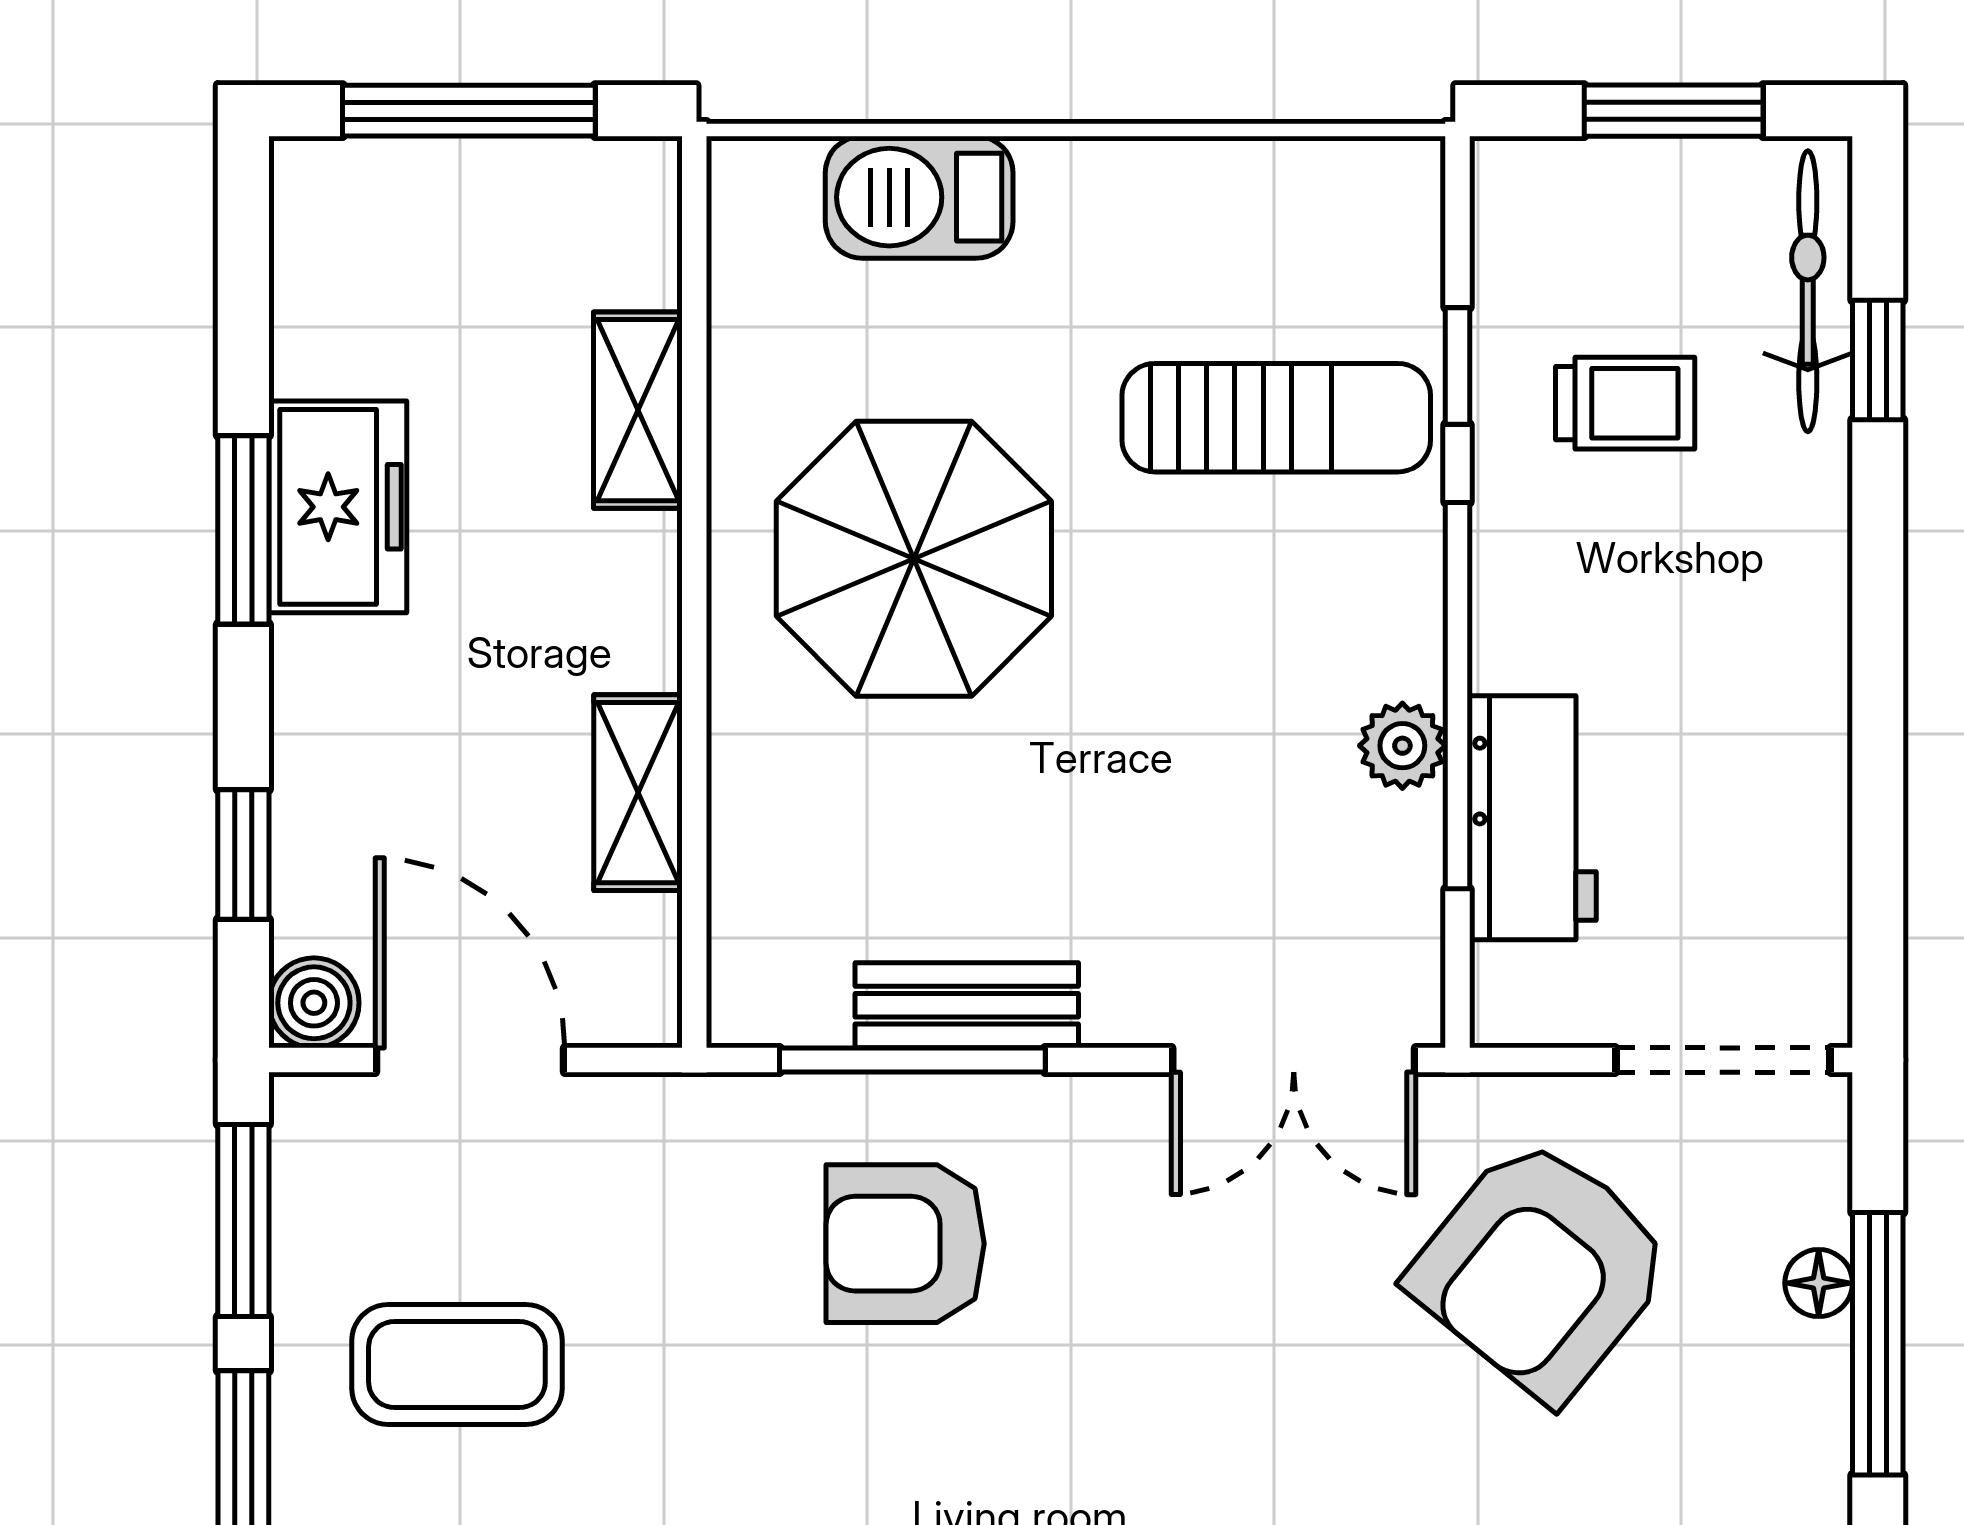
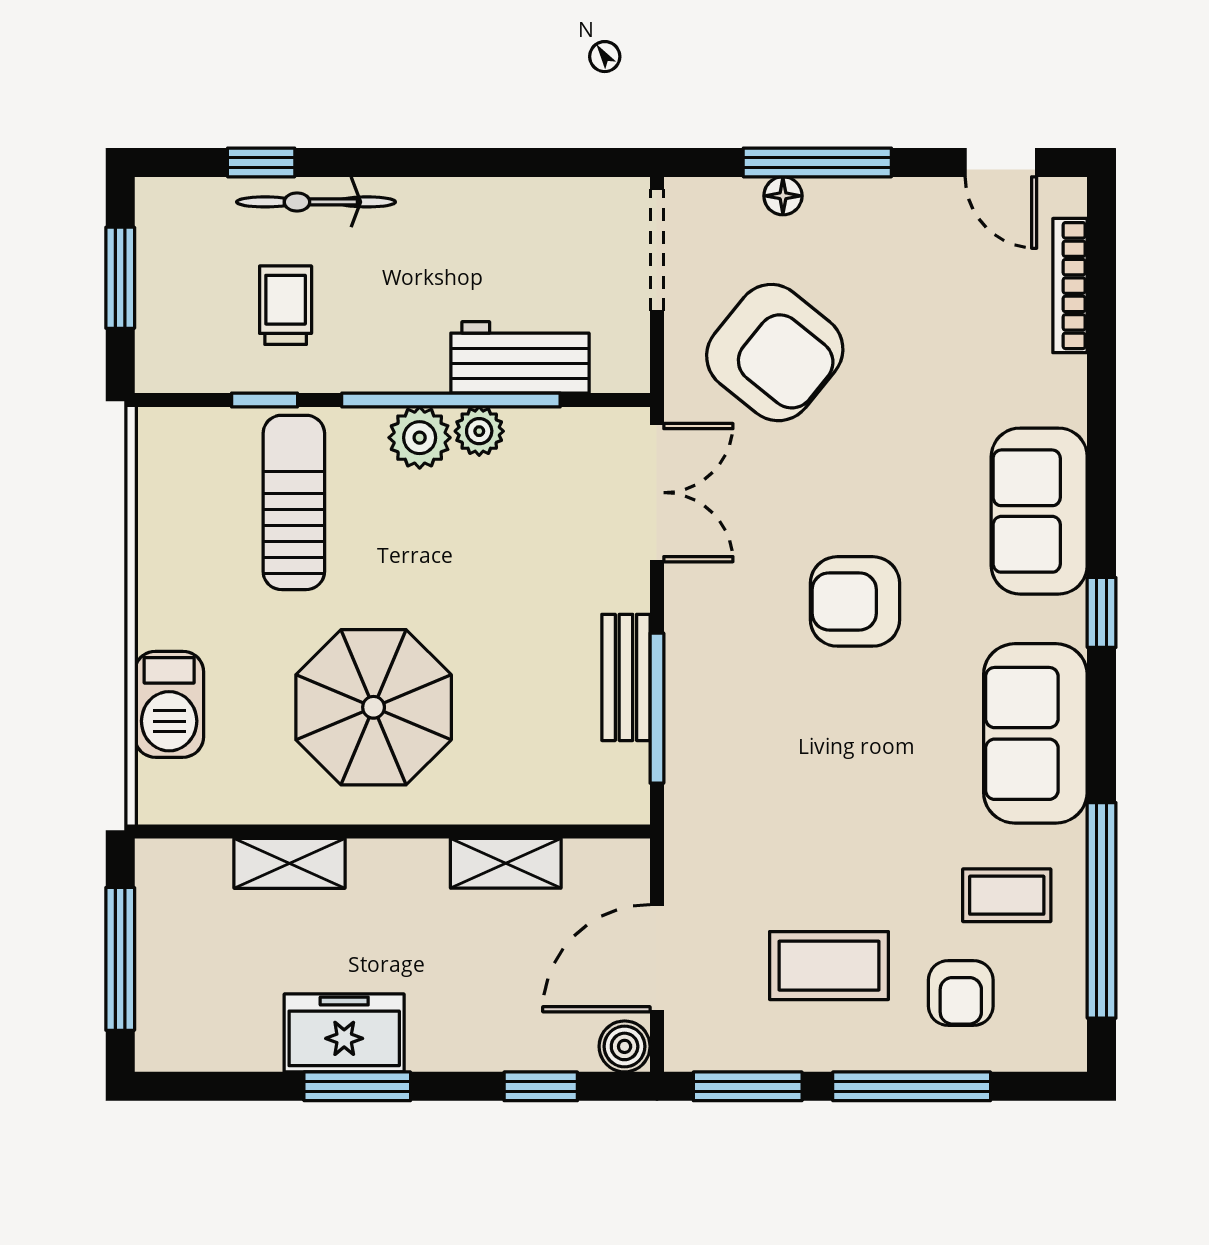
bicycle: (1808, 291) -> (316, 202), moved
plant: (1391, 640) -> (420, 438), added
armchair: (905, 1244) -> (855, 601), moved, turned 90
coffee table: (457, 1364) -> (829, 966), turned 90

